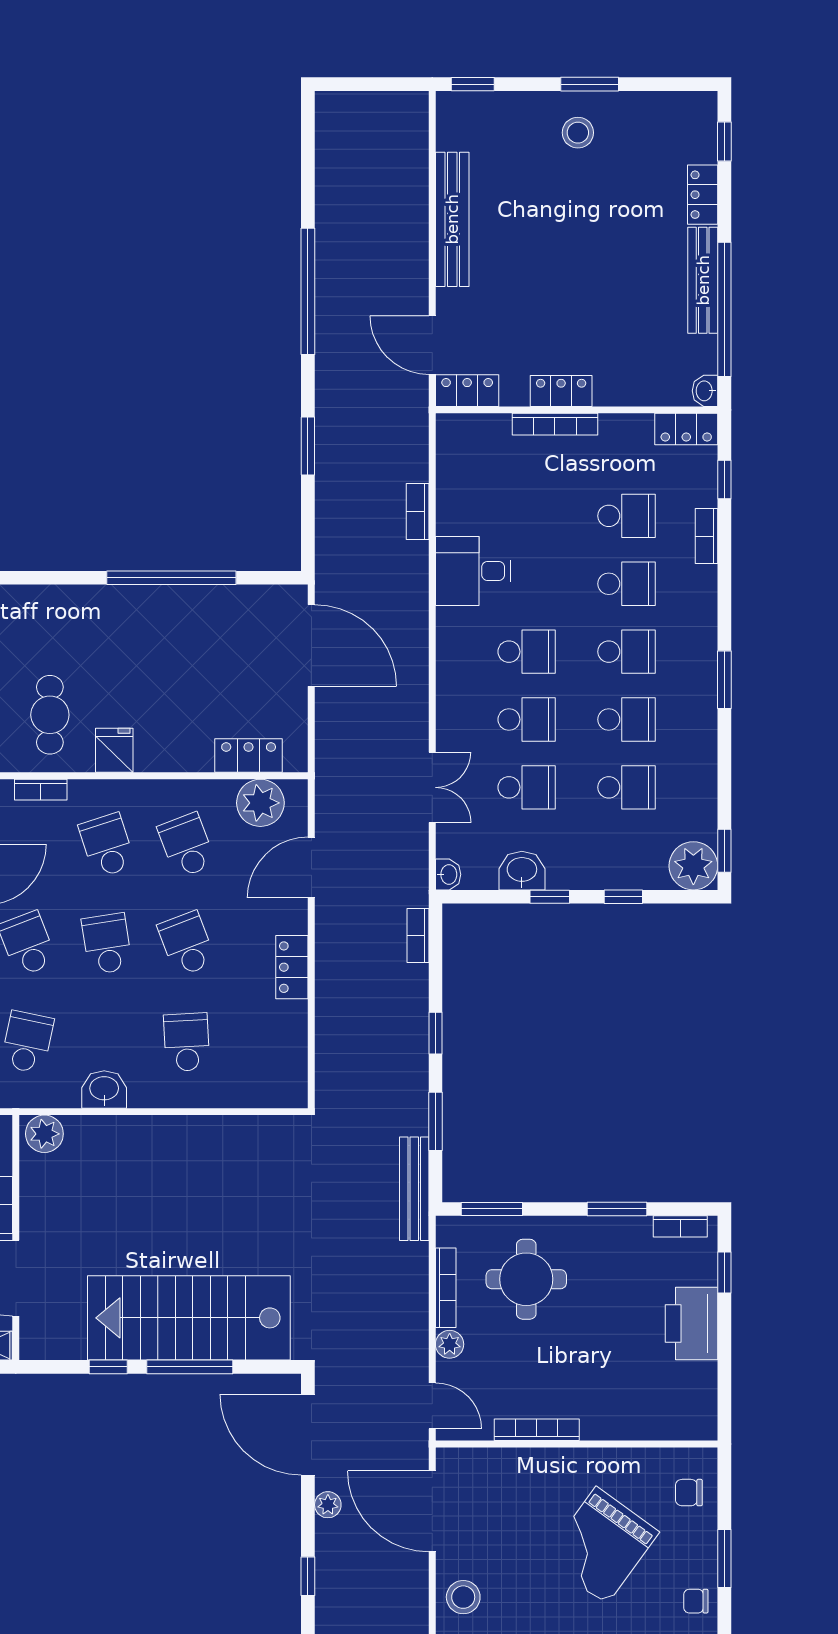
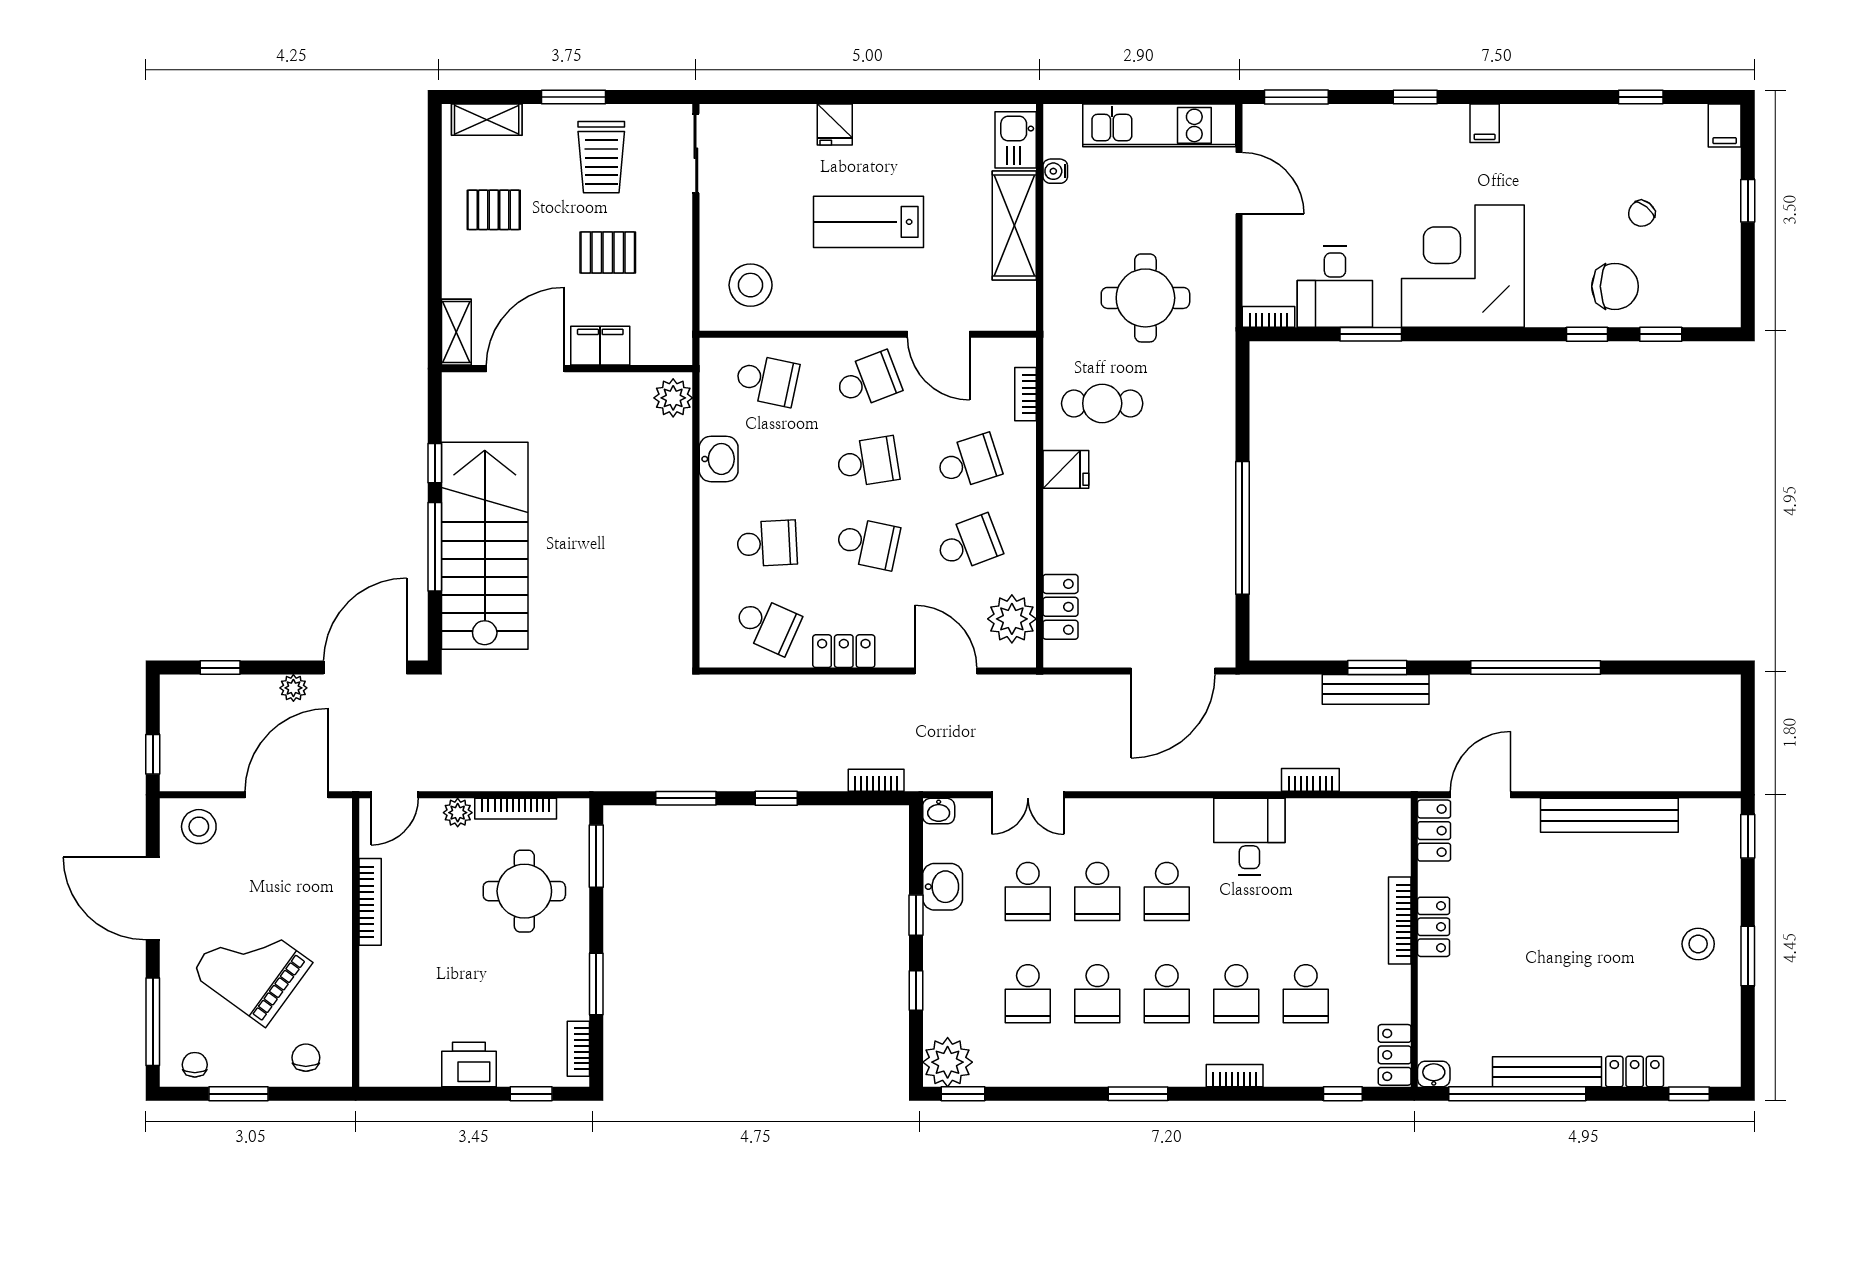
bookcase: (707, 536) -> (1235, 1076), moved
school desk: (187, 944) -> (868, 543), turned 33
school desk: (266, 1042) -> (767, 625), added
bench: (414, 1189) -> (1376, 689), moved
printer: (691, 1323) -> (469, 1065), width x0.73, depth x0.84

